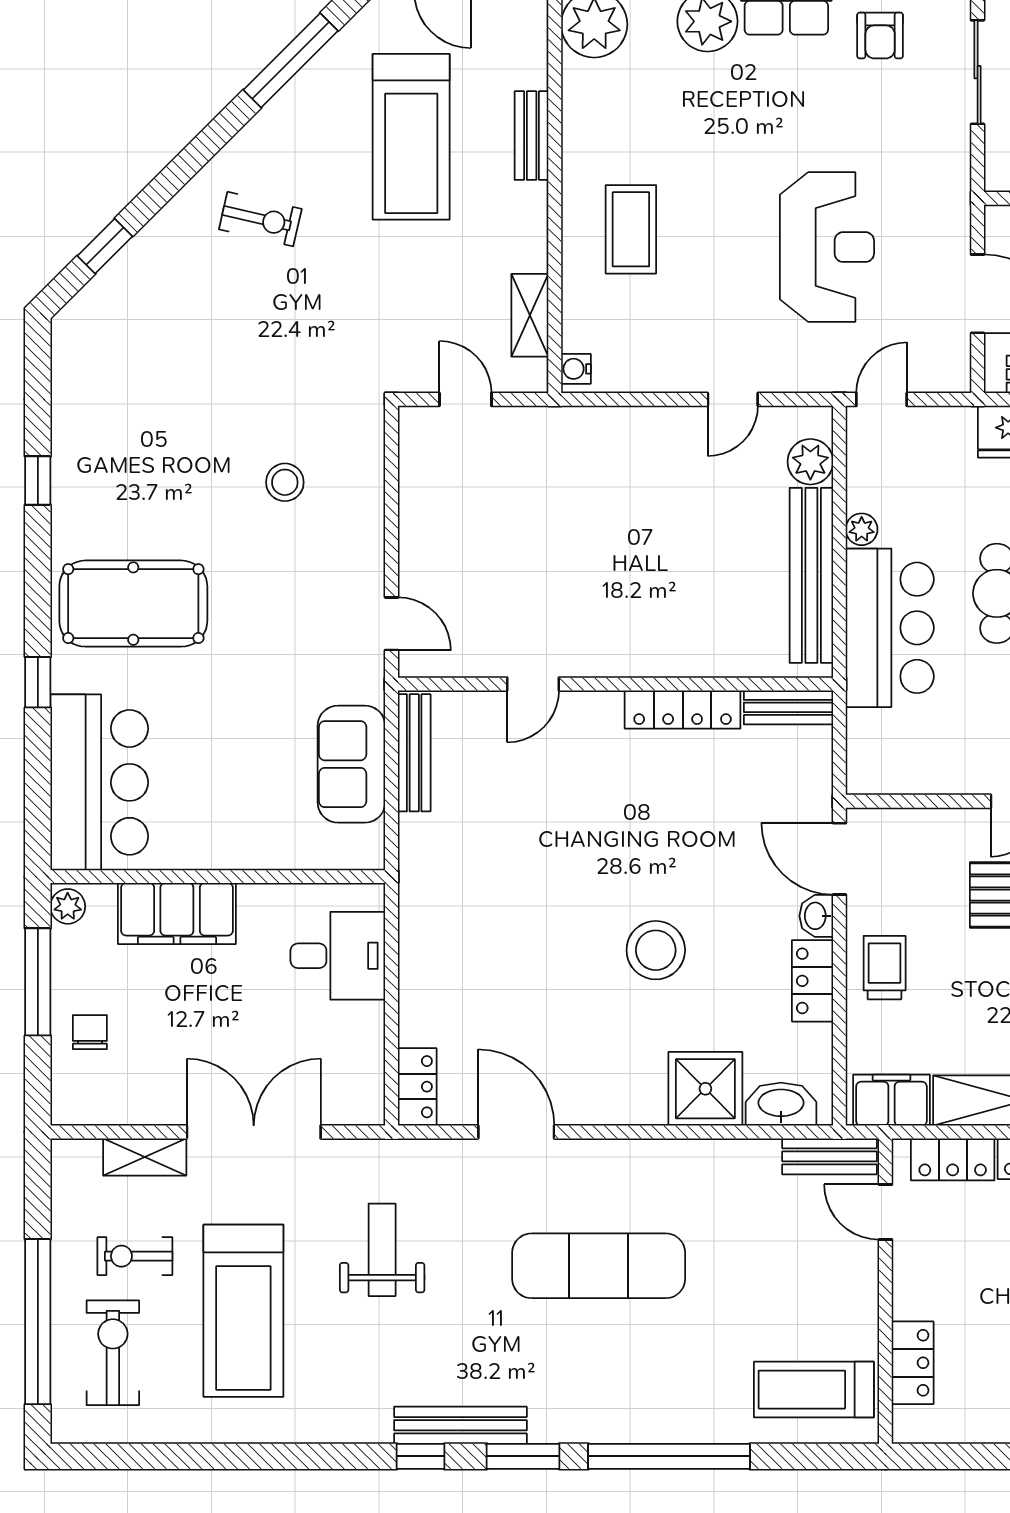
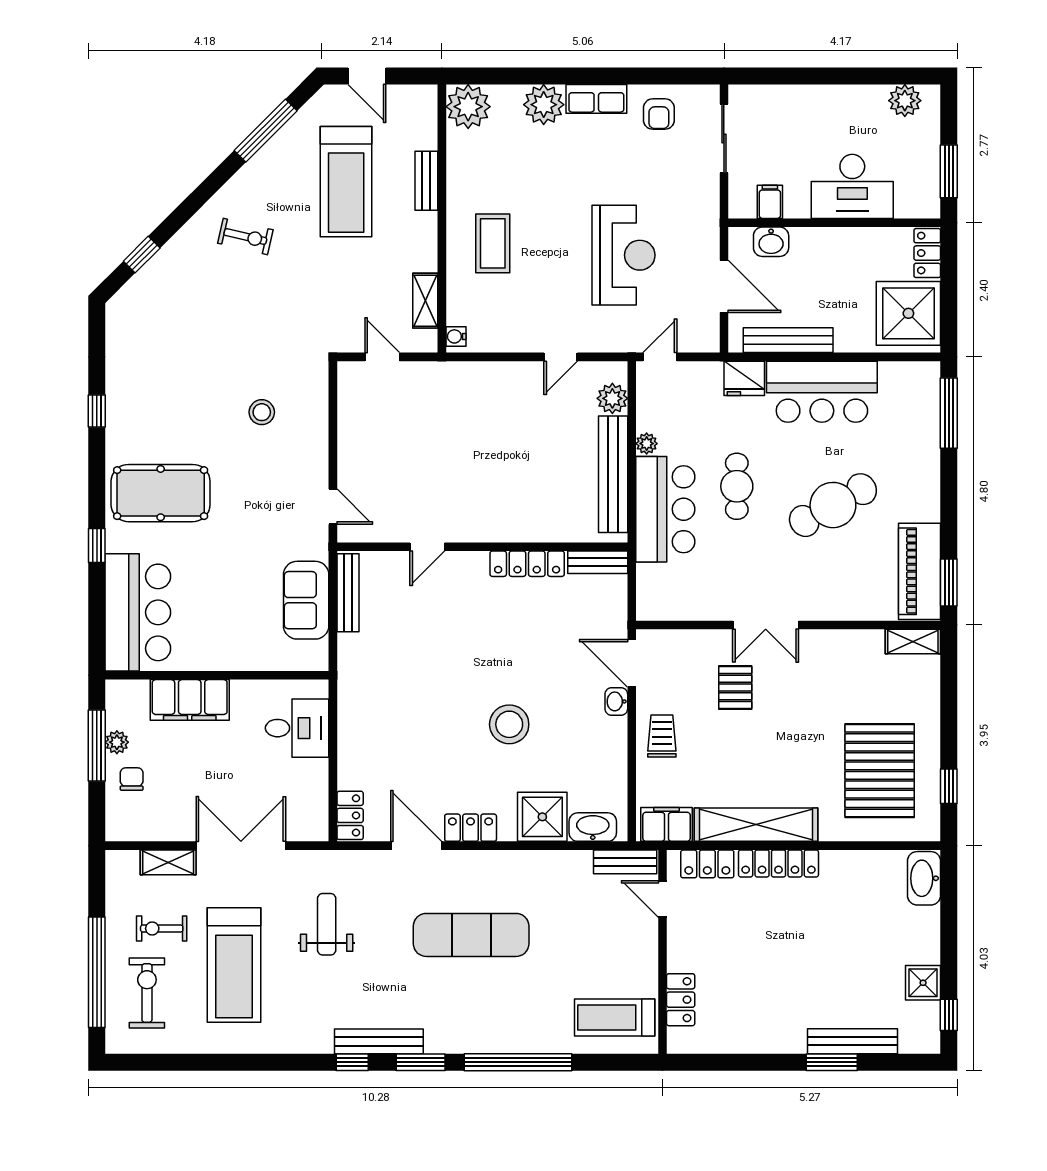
plant: (68, 906) -> (117, 742), moved
locker: (813, 981) -> (471, 828), moved, turned 90

